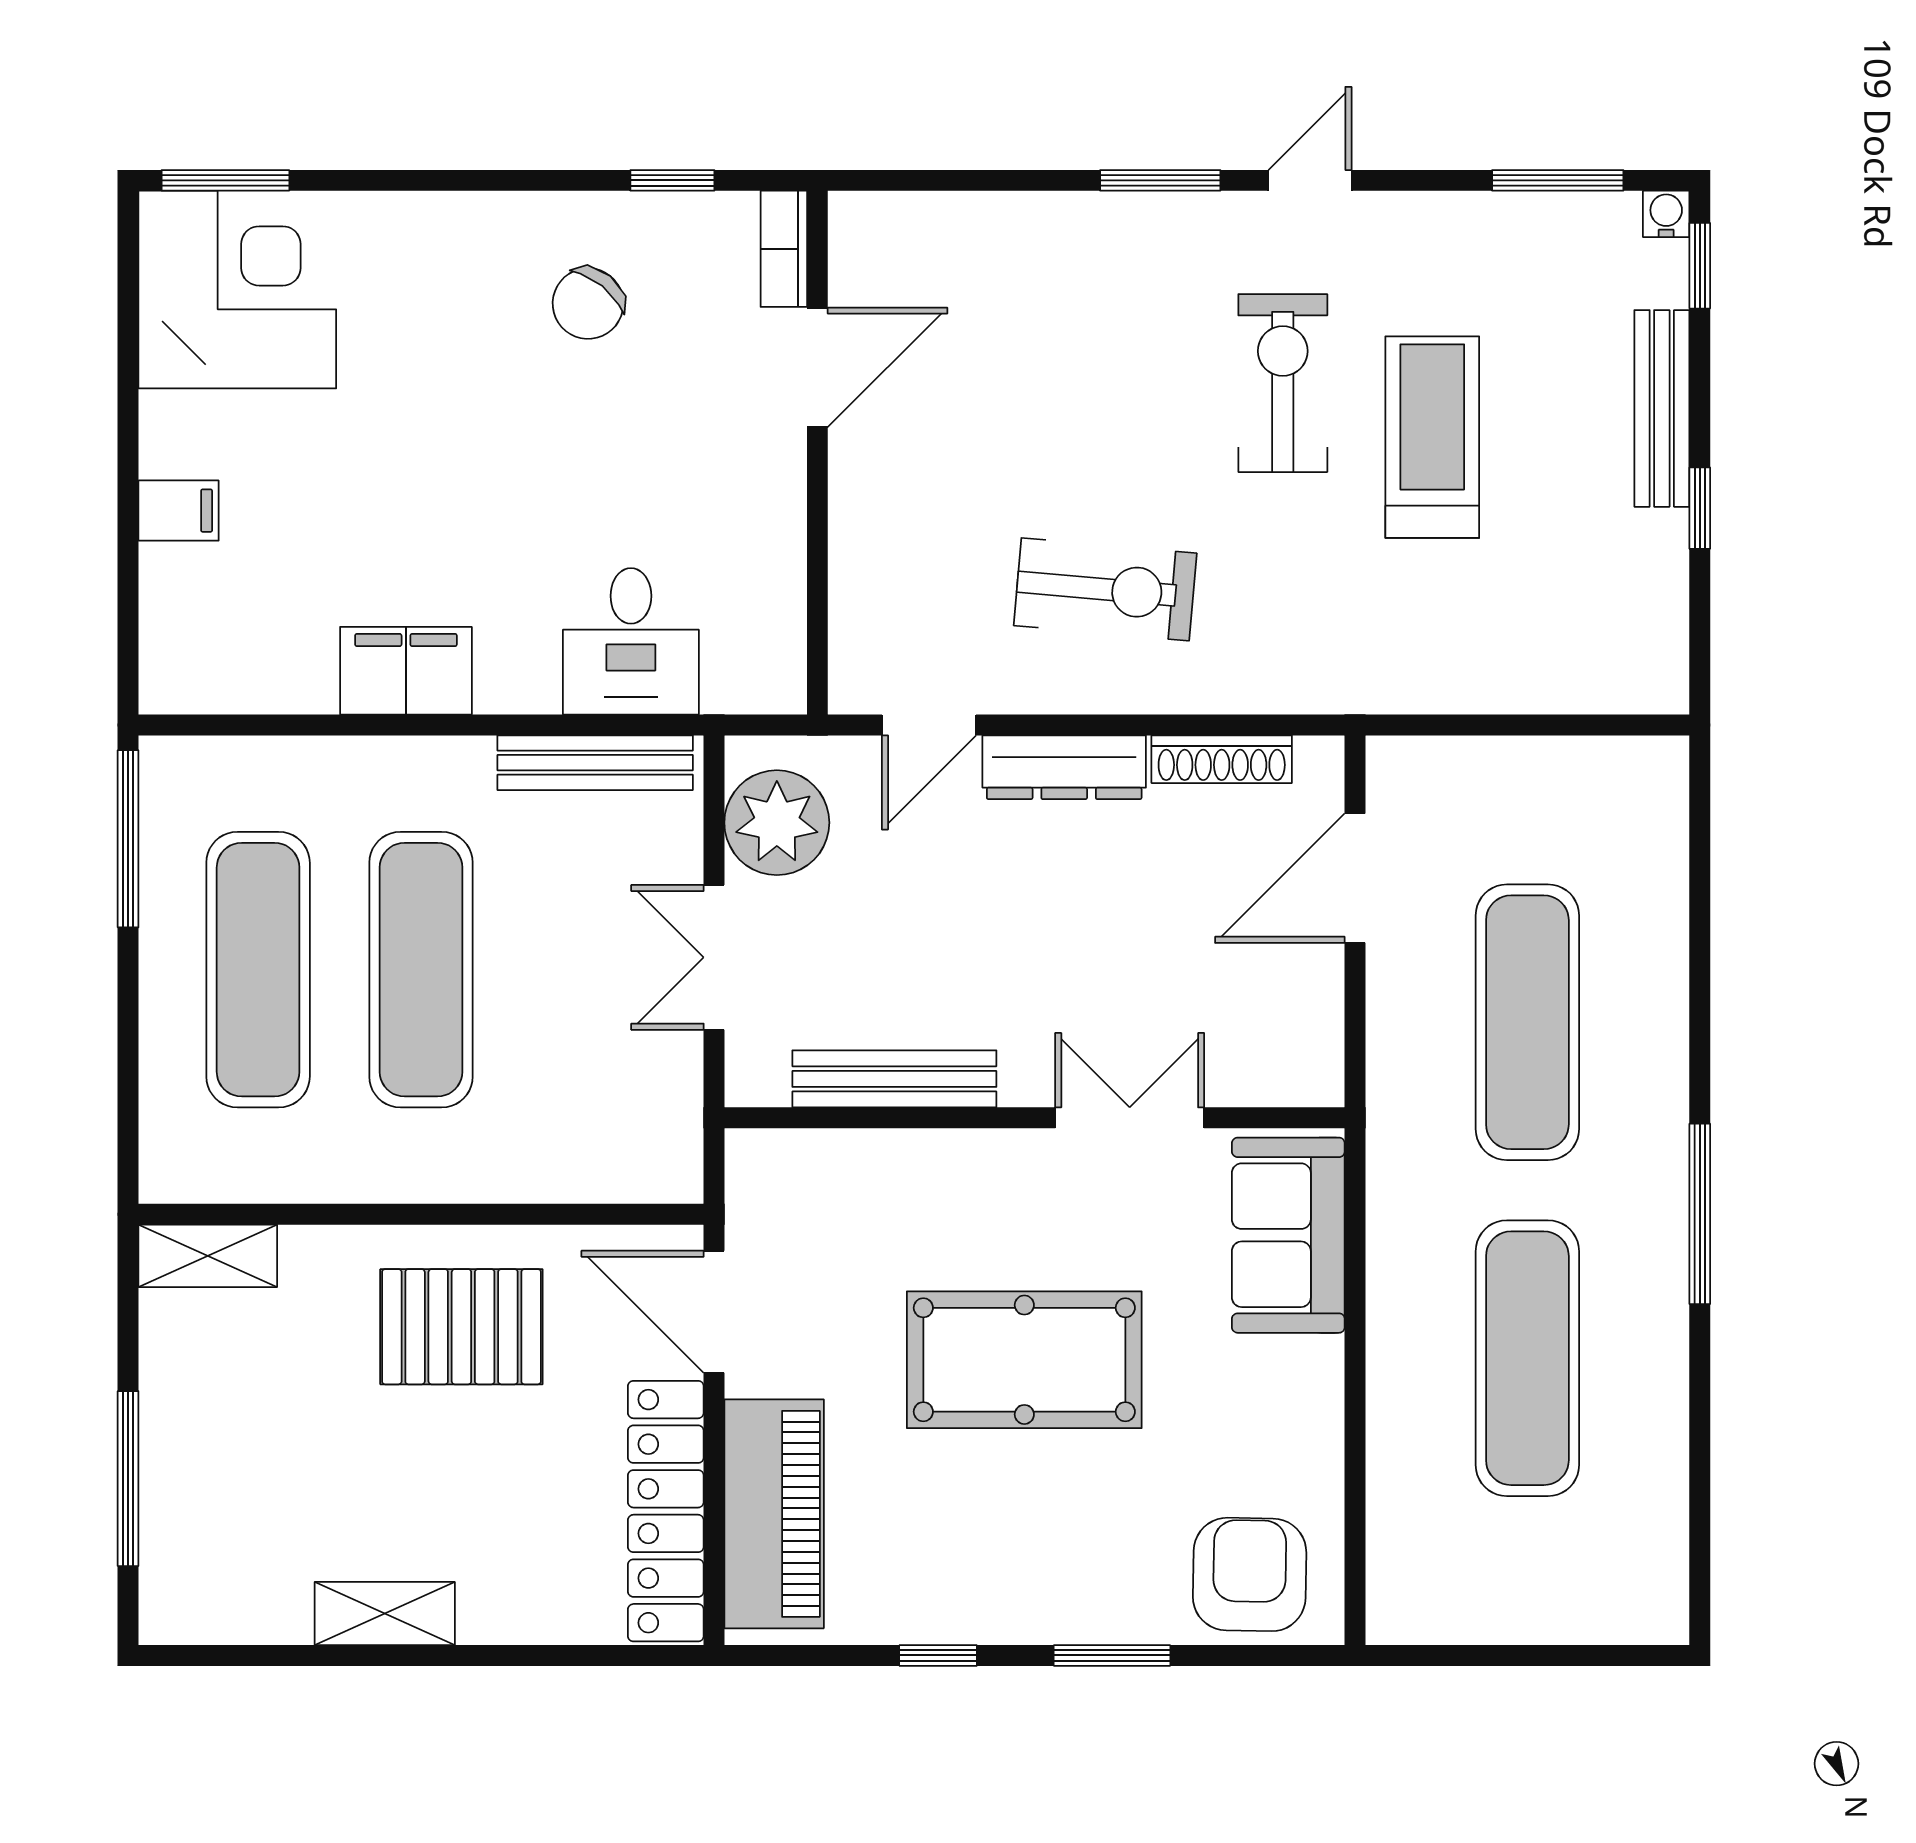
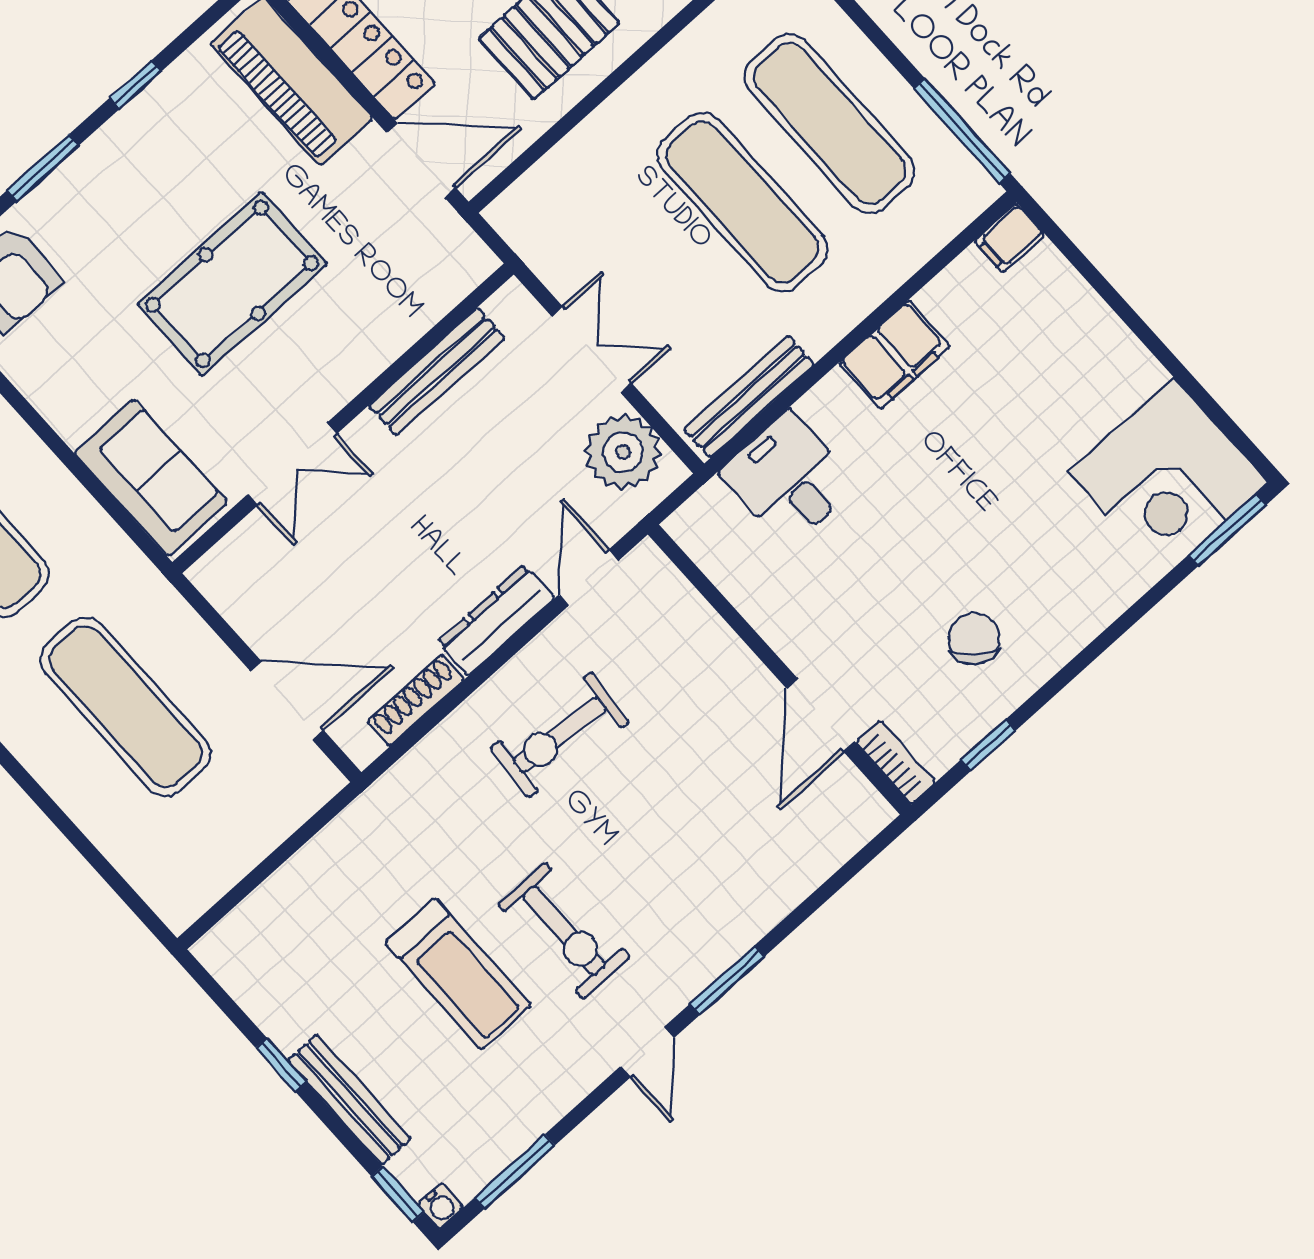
filing cabinet: (179, 511) -> (1009, 238), moved
door: (1355, 878) -> (287, 701), hinge flipped

